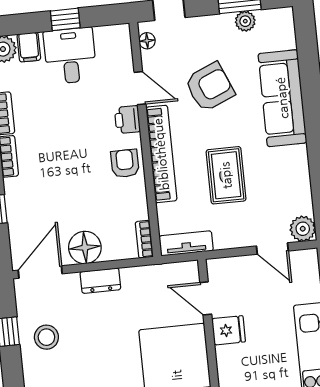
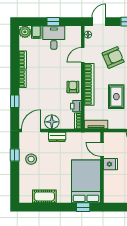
door: (140, 88) -> (83, 55), swing flipped
printer: (127, 120) -> (76, 106), moved

